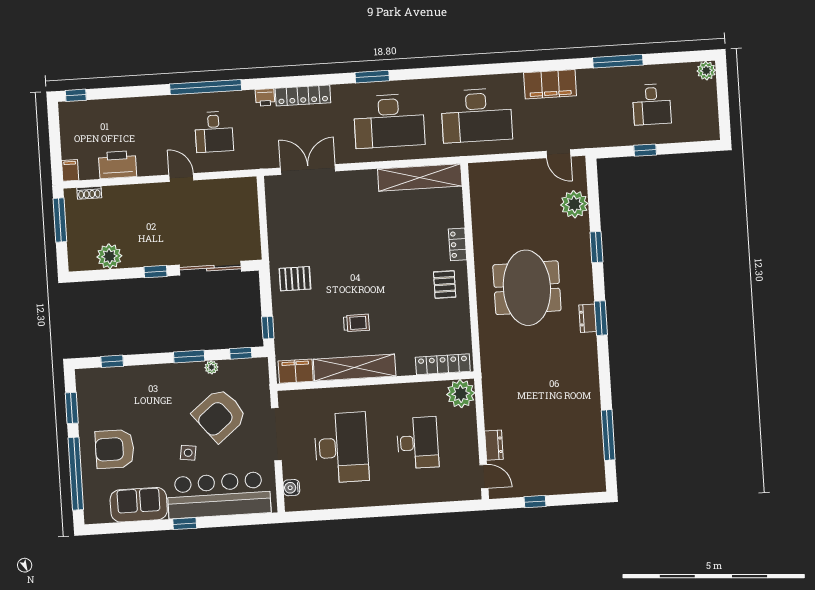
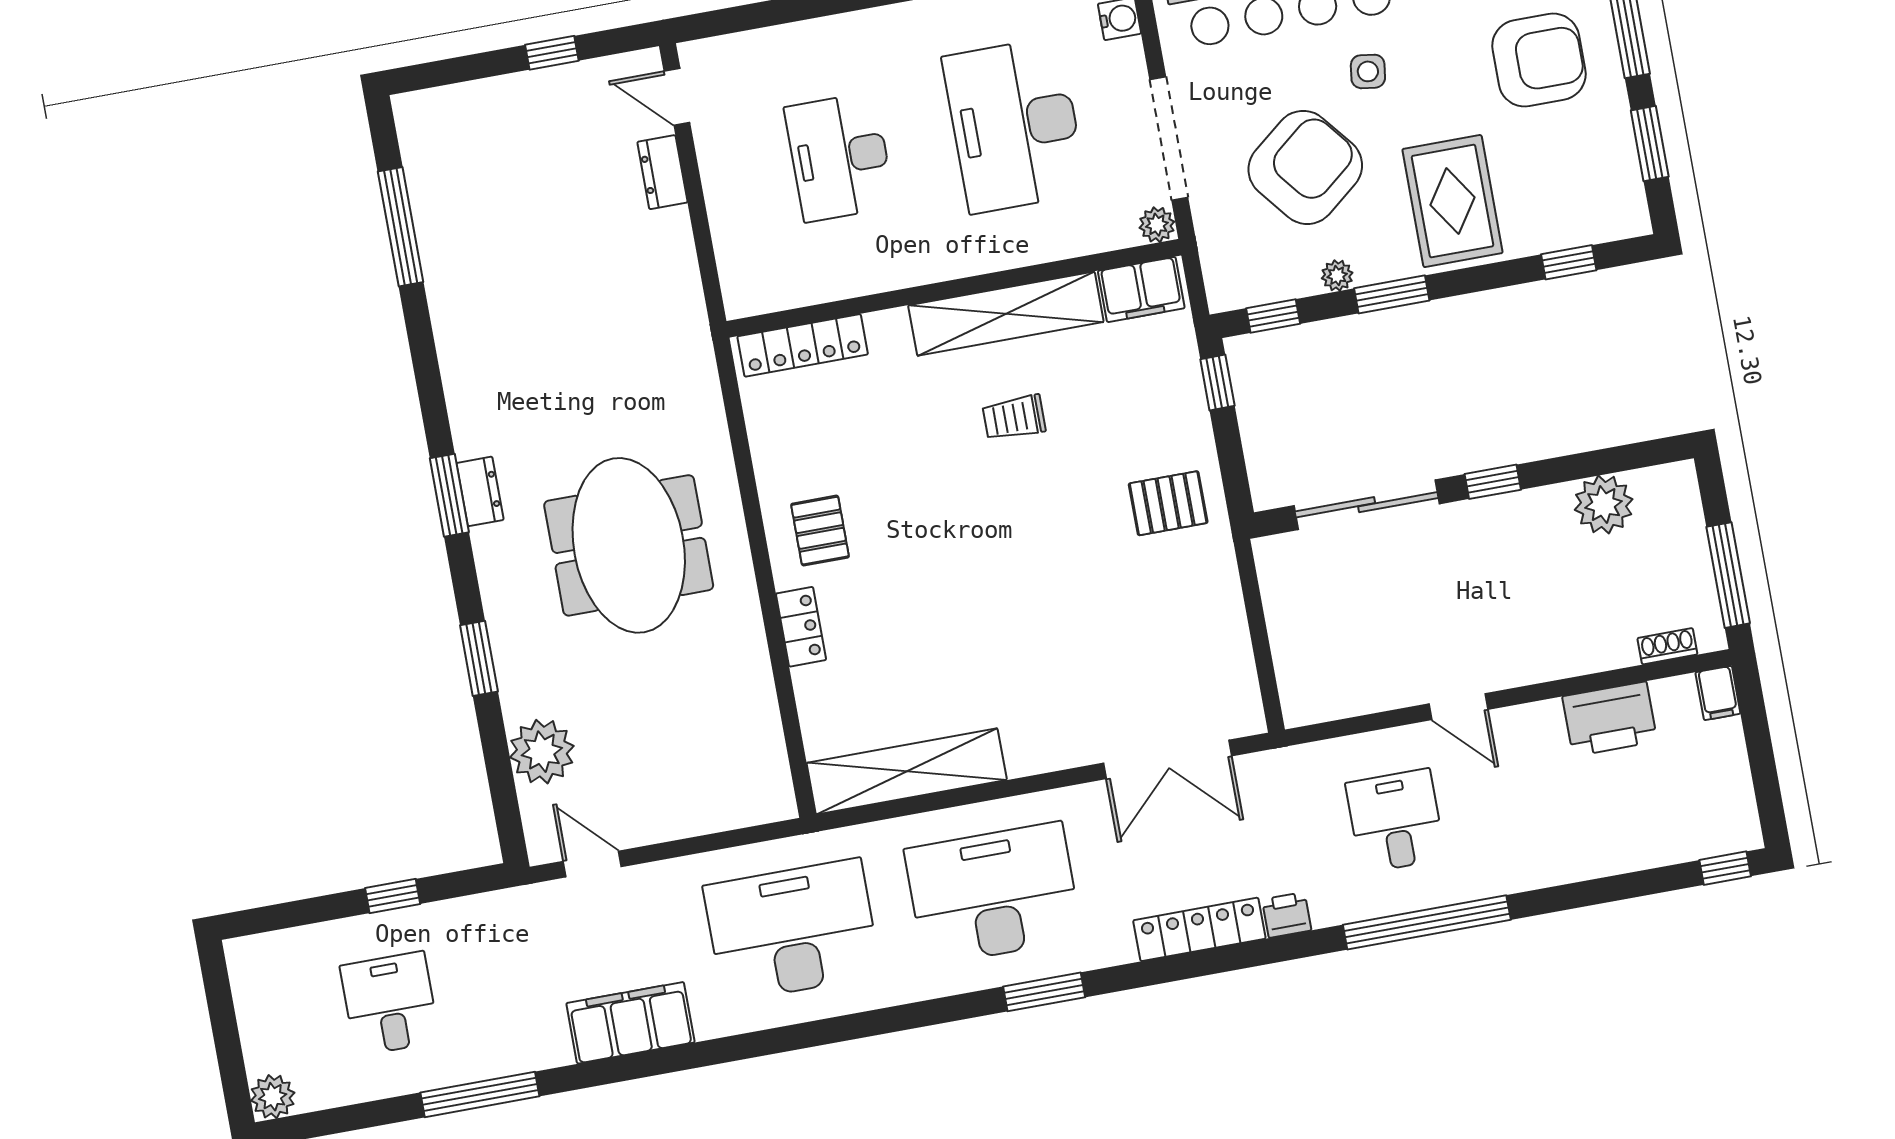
rug: (159, 393) -> (1452, 201), added
plant: (461, 394) -> (1157, 225), moved, width x0.53, depth x0.53

